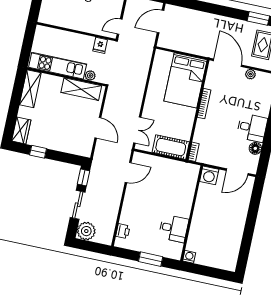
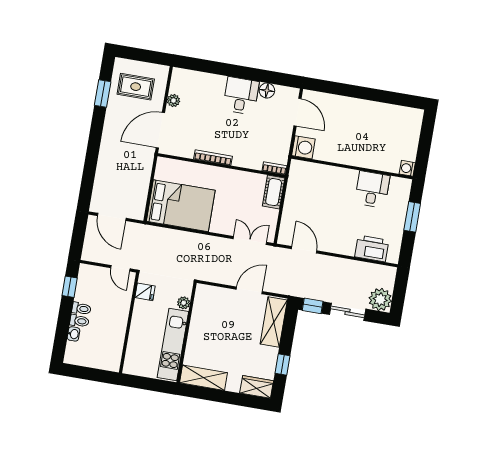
bed: (186, 80) -> (181, 206), moved
shelving: (81, 89) -> (274, 322), moved
cot: (171, 147) -> (274, 192), width x0.73, depth x0.75
printer: (123, 231) -> (372, 249), width x1.87, depth x1.48

